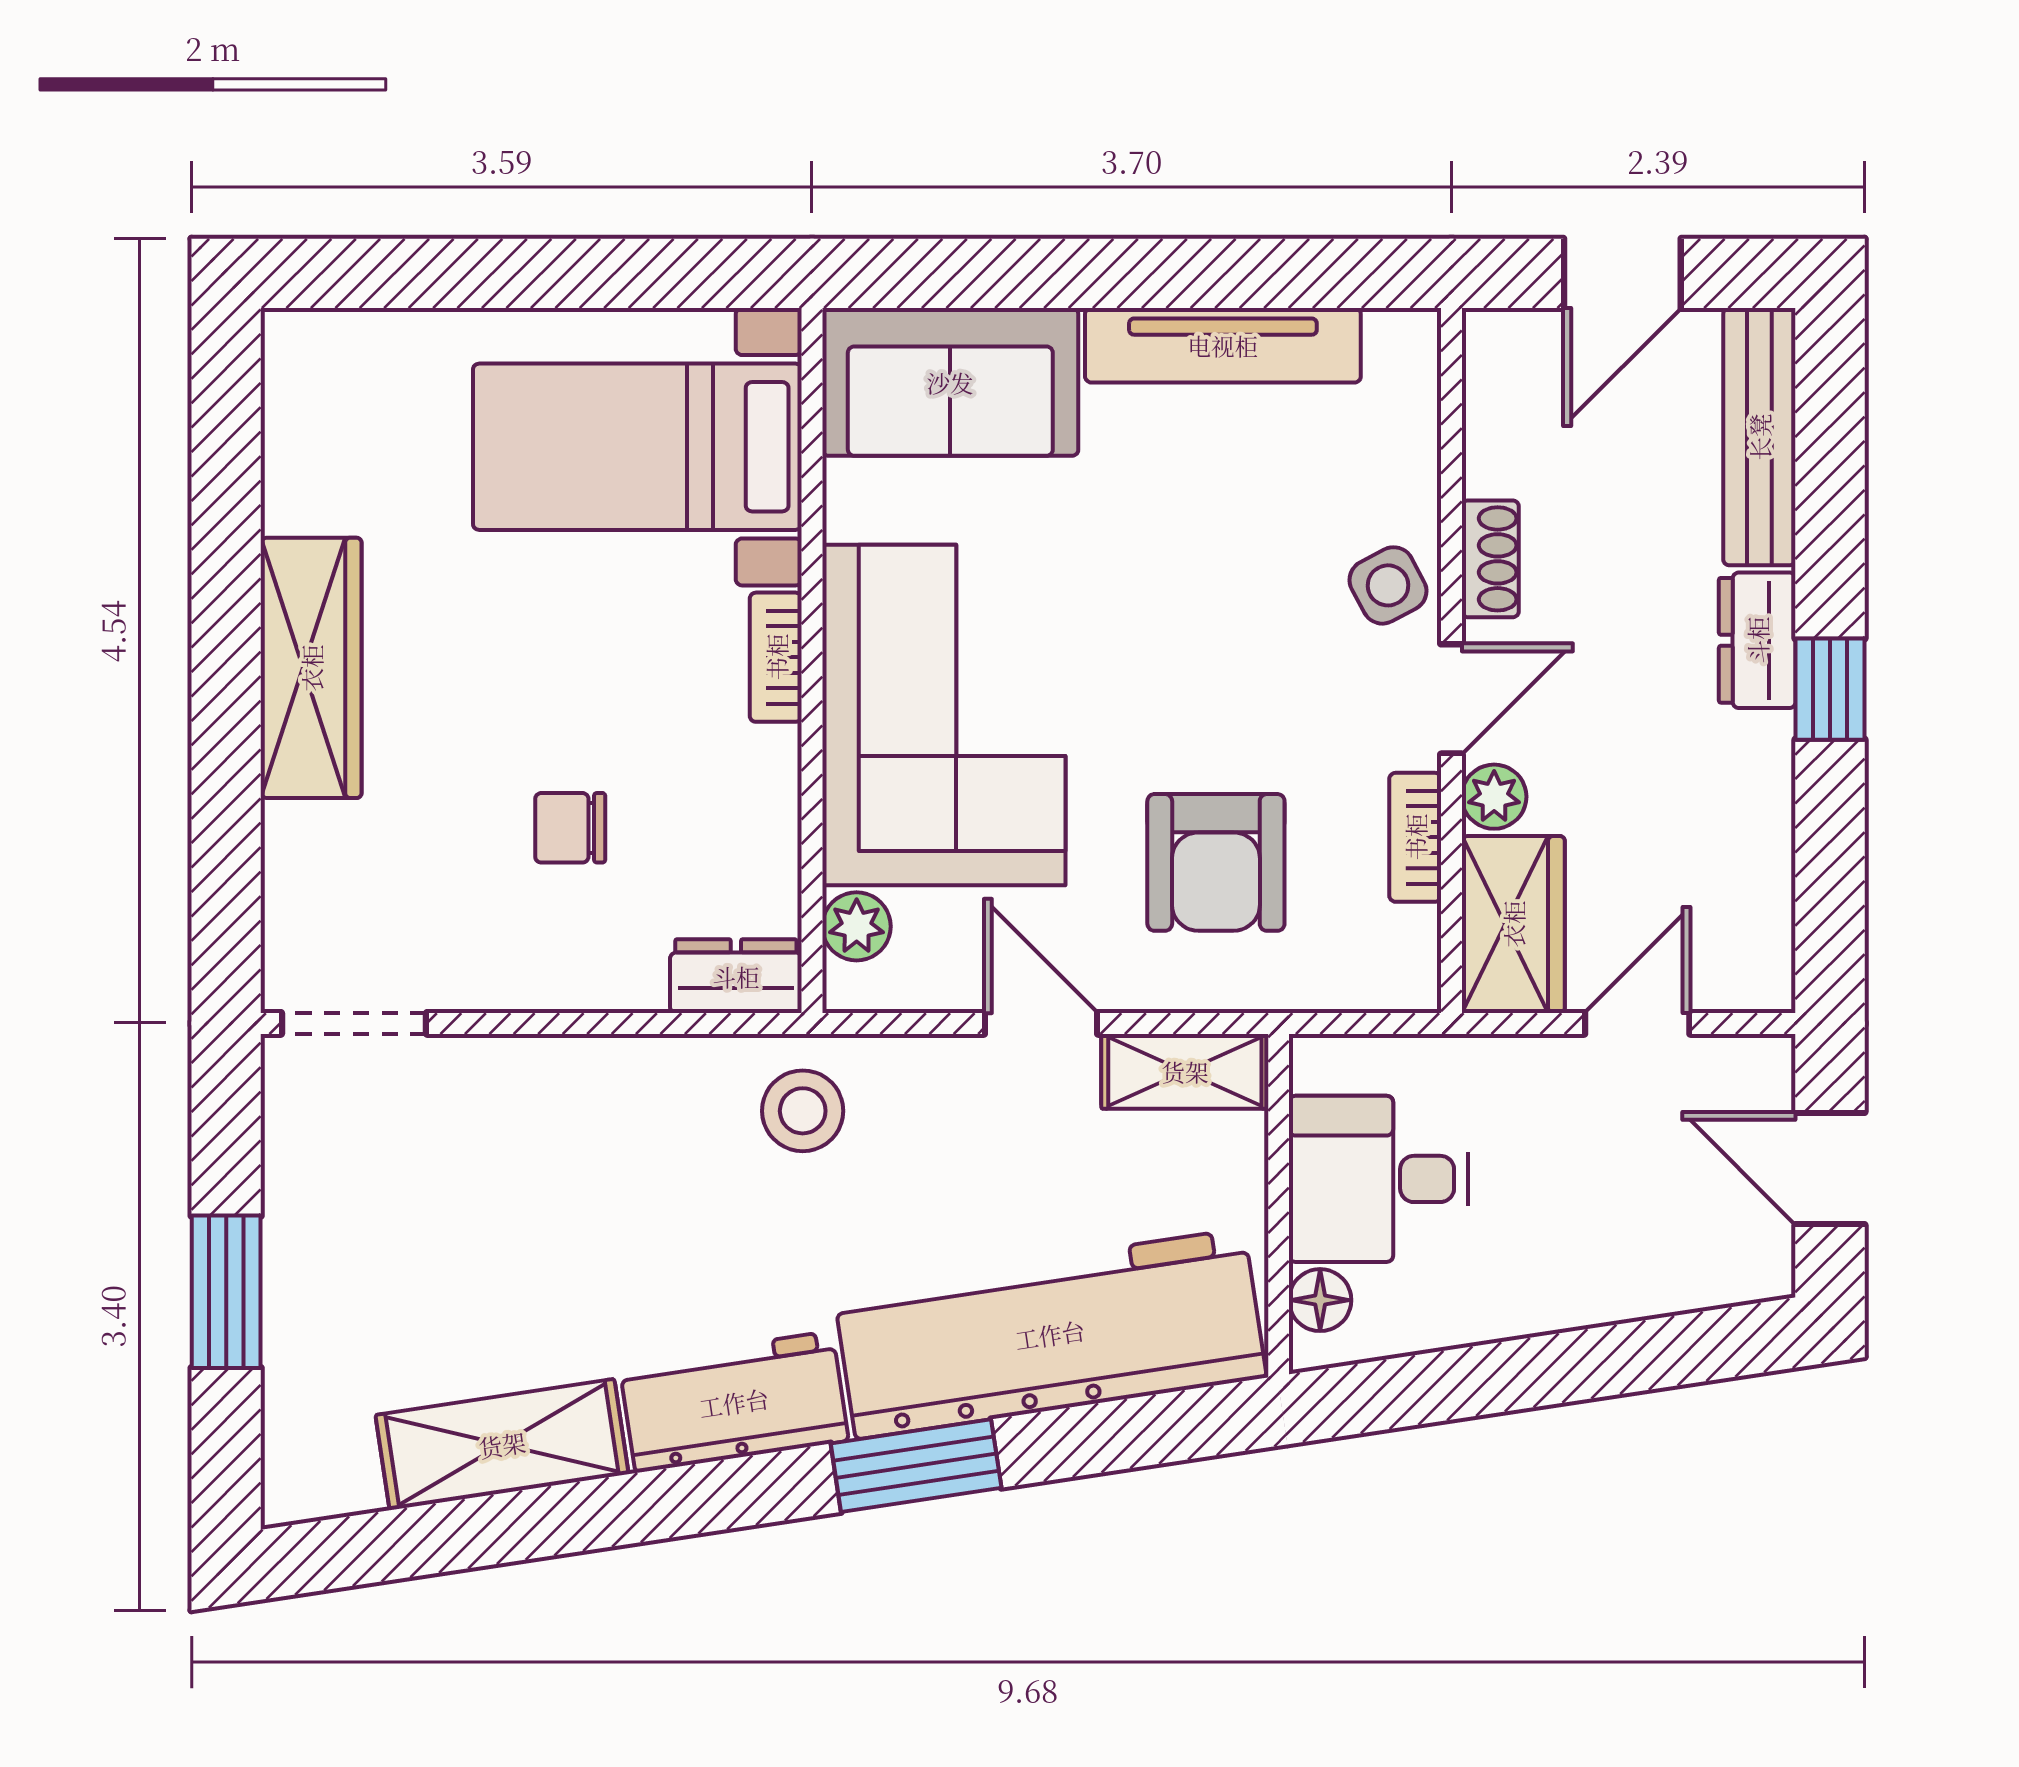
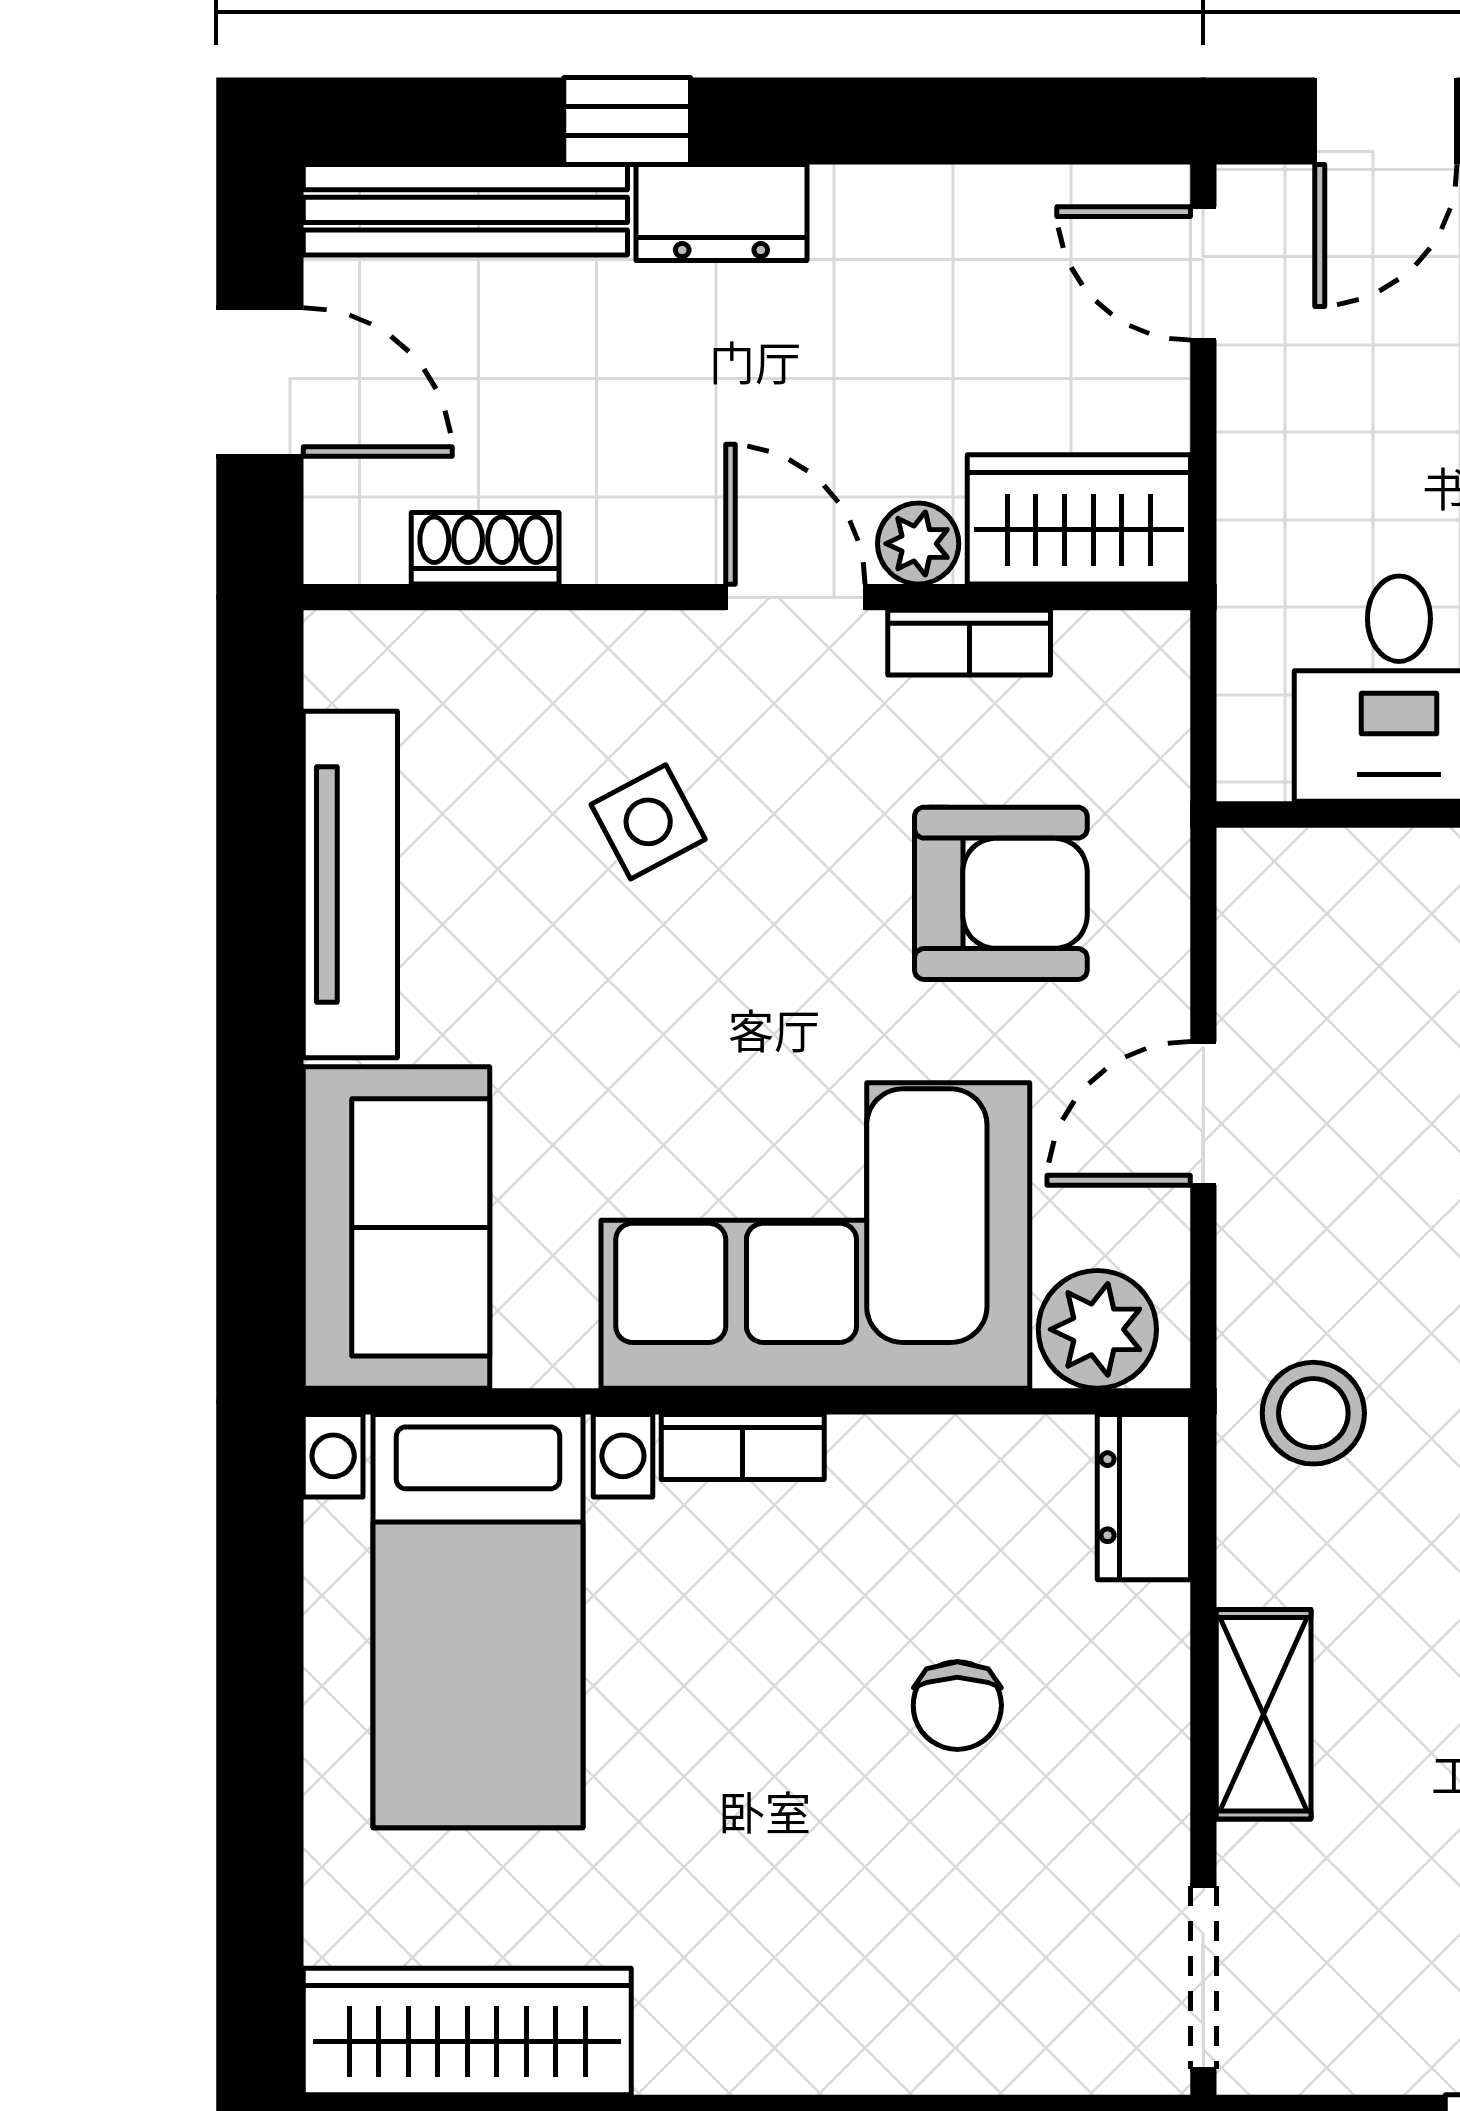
shoe rack: (1490, 559) -> (485, 548), moved
side table: (1388, 585) -> (648, 822), moved
wardrobe: (311, 668) -> (467, 2032), moved
window: (1830, 689) -> (627, 121), moved
plant: (857, 926) -> (1097, 1329), width x1.38, depth x1.38
door: (1637, 1023) -> (1203, 273), moved
shelving: (1185, 1071) -> (1264, 1714), moved

